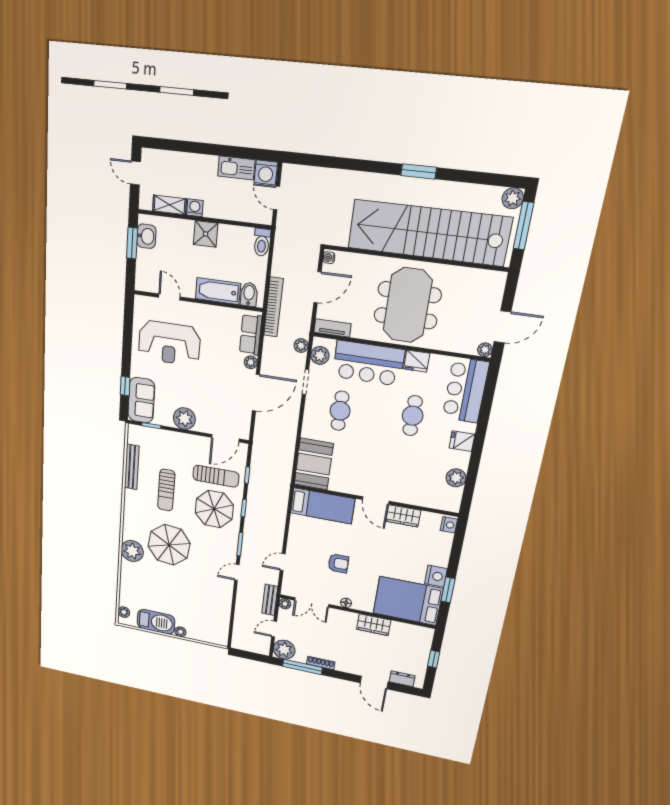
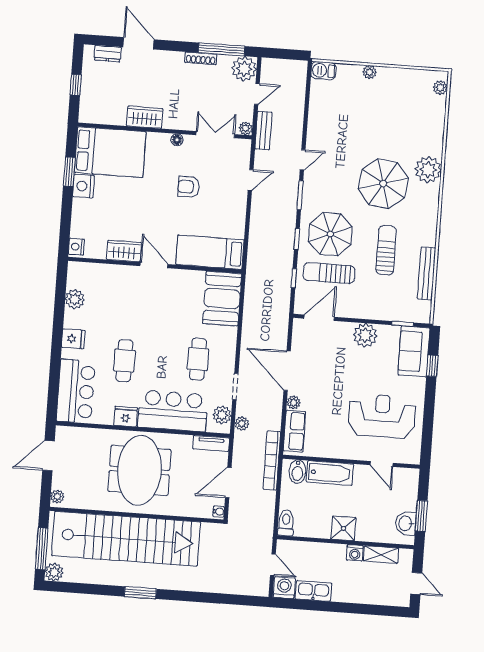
plant: (485, 350) -> (57, 497), moved
door: (256, 393) -> (287, 371), hinge flipped
barbecue: (156, 622) -> (323, 71), moved, width x0.53, depth x0.65

